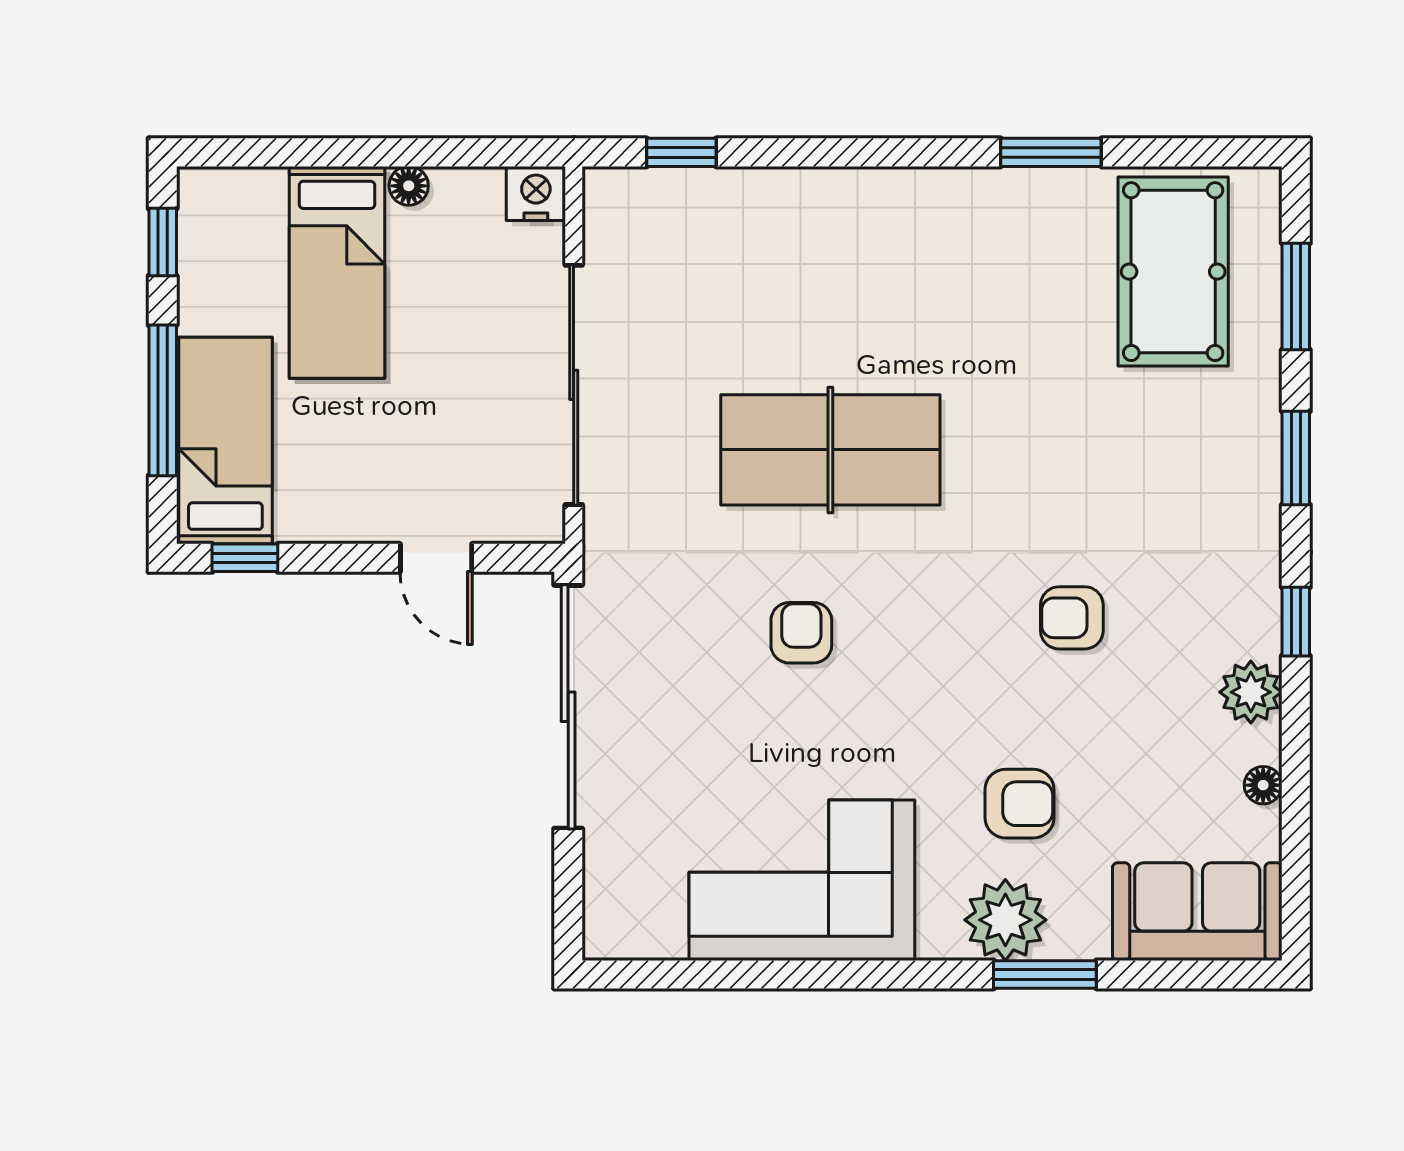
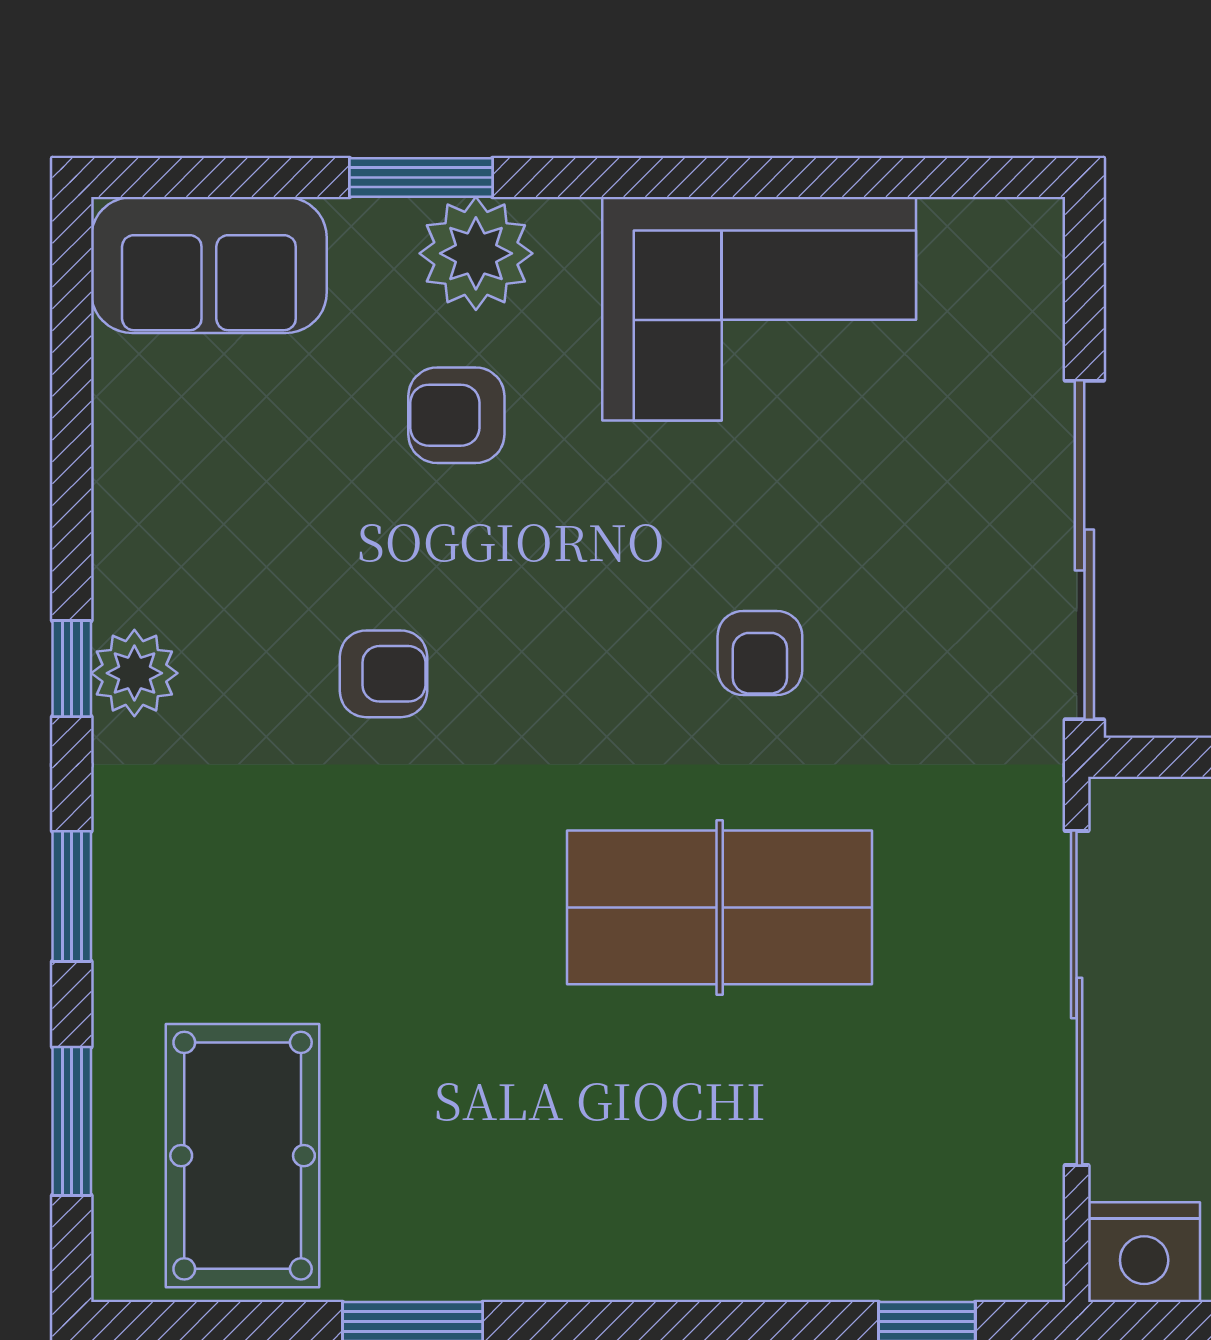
nightstand: (536, 193) -> (1144, 1252), width x1.36, depth x1.33
plant: (1251, 692) -> (134, 673), moved
floor lamp: (1263, 785) -> (117, 441), removed

